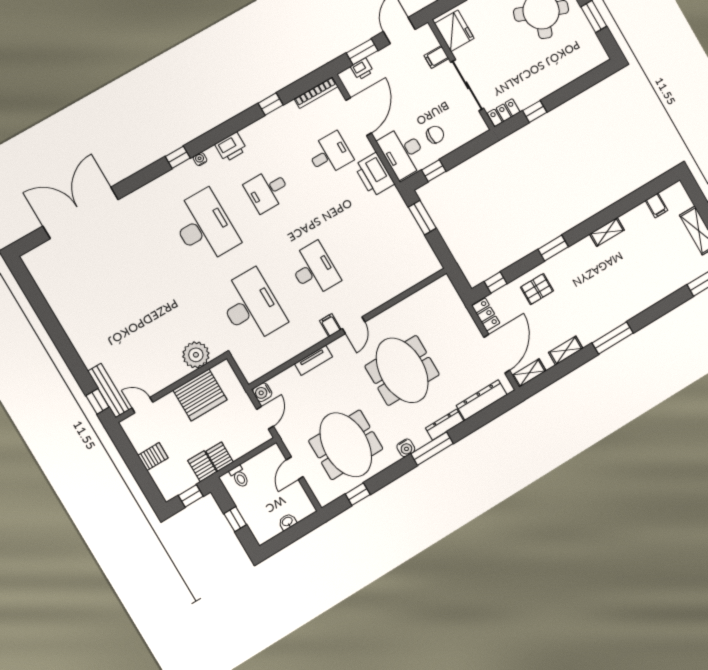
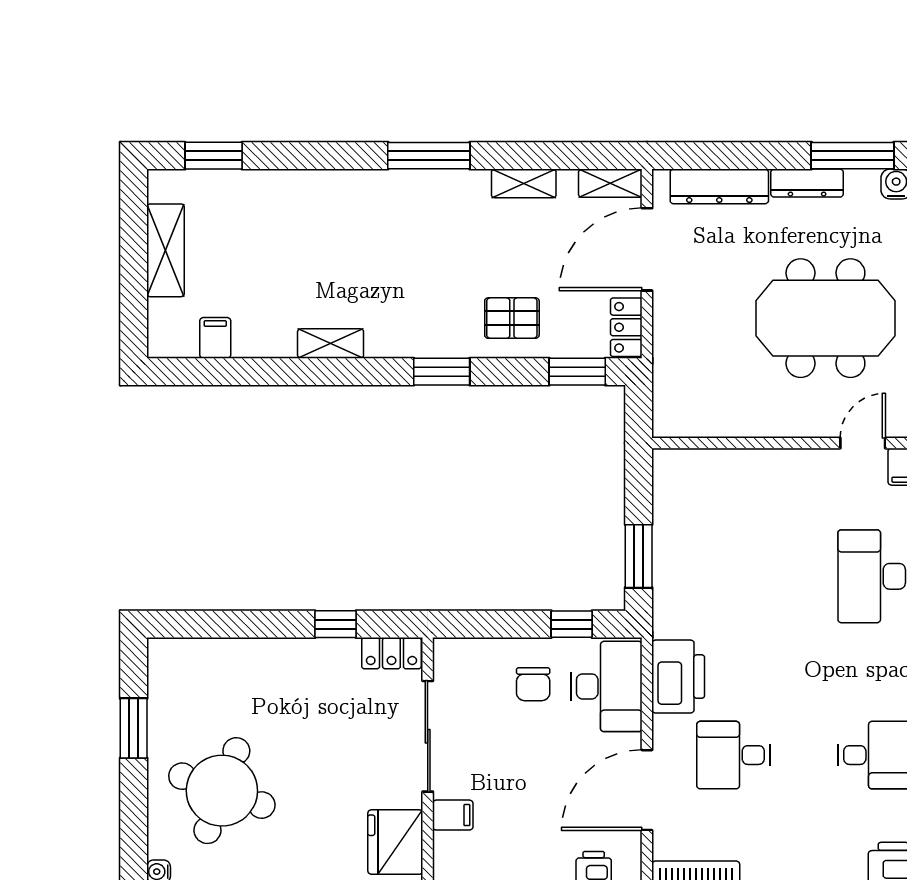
chair: (435, 135) -> (533, 684), turned -90
window: (496, 283) -> (577, 372), width x1.50
meeting table: (402, 370) -> (825, 318), turned 90

